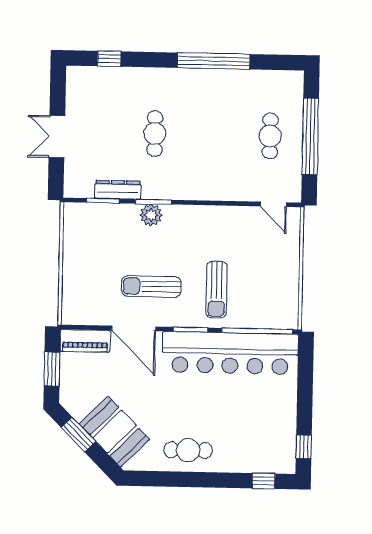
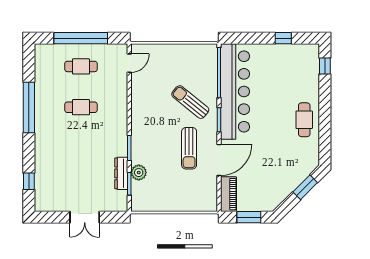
cafe table: (155, 133) -> (81, 107), moved
plant: (151, 215) -> (139, 173), moved
sun lounger: (217, 290) -> (190, 102), turned -141
booth: (114, 432) -> (292, 172), removed
window: (78, 435) -> (305, 187), moved
window: (304, 447) -> (283, 38), moved

